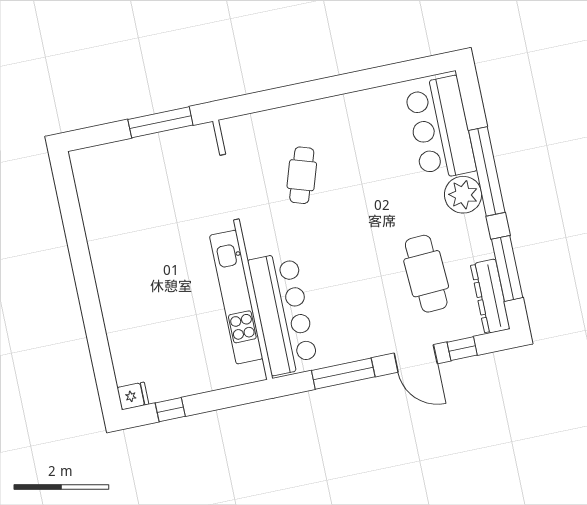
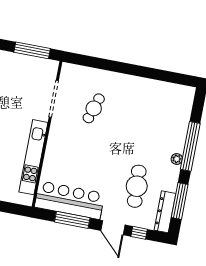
bar counter: (440, 128) -> (175, 114), removed
plant: (463, 195) -> (177, 159), width x0.53, depth x0.53
bar counter: (283, 313) -> (70, 200), moved, turned -90

